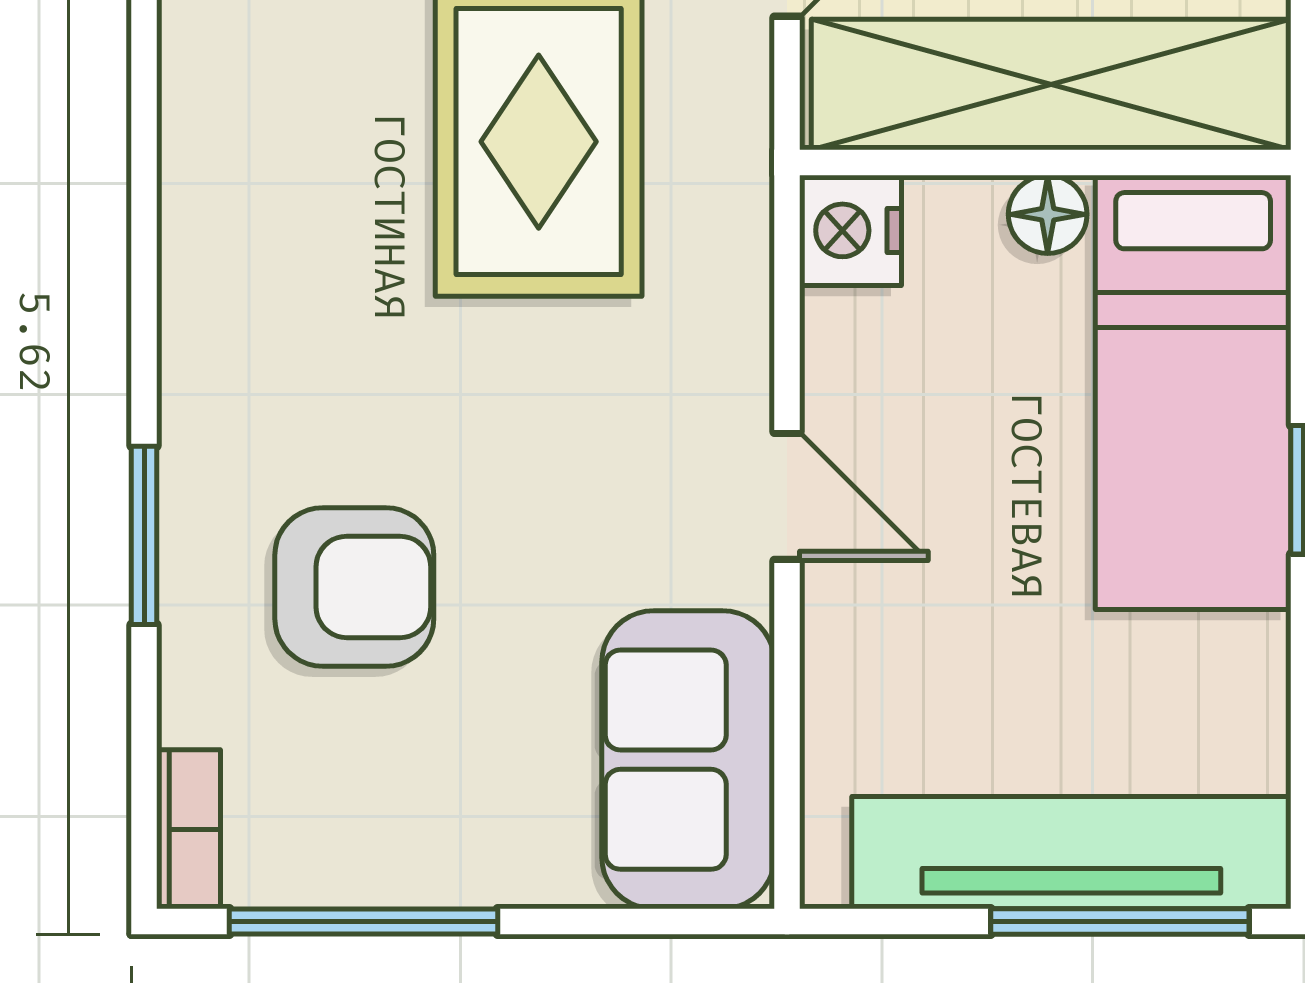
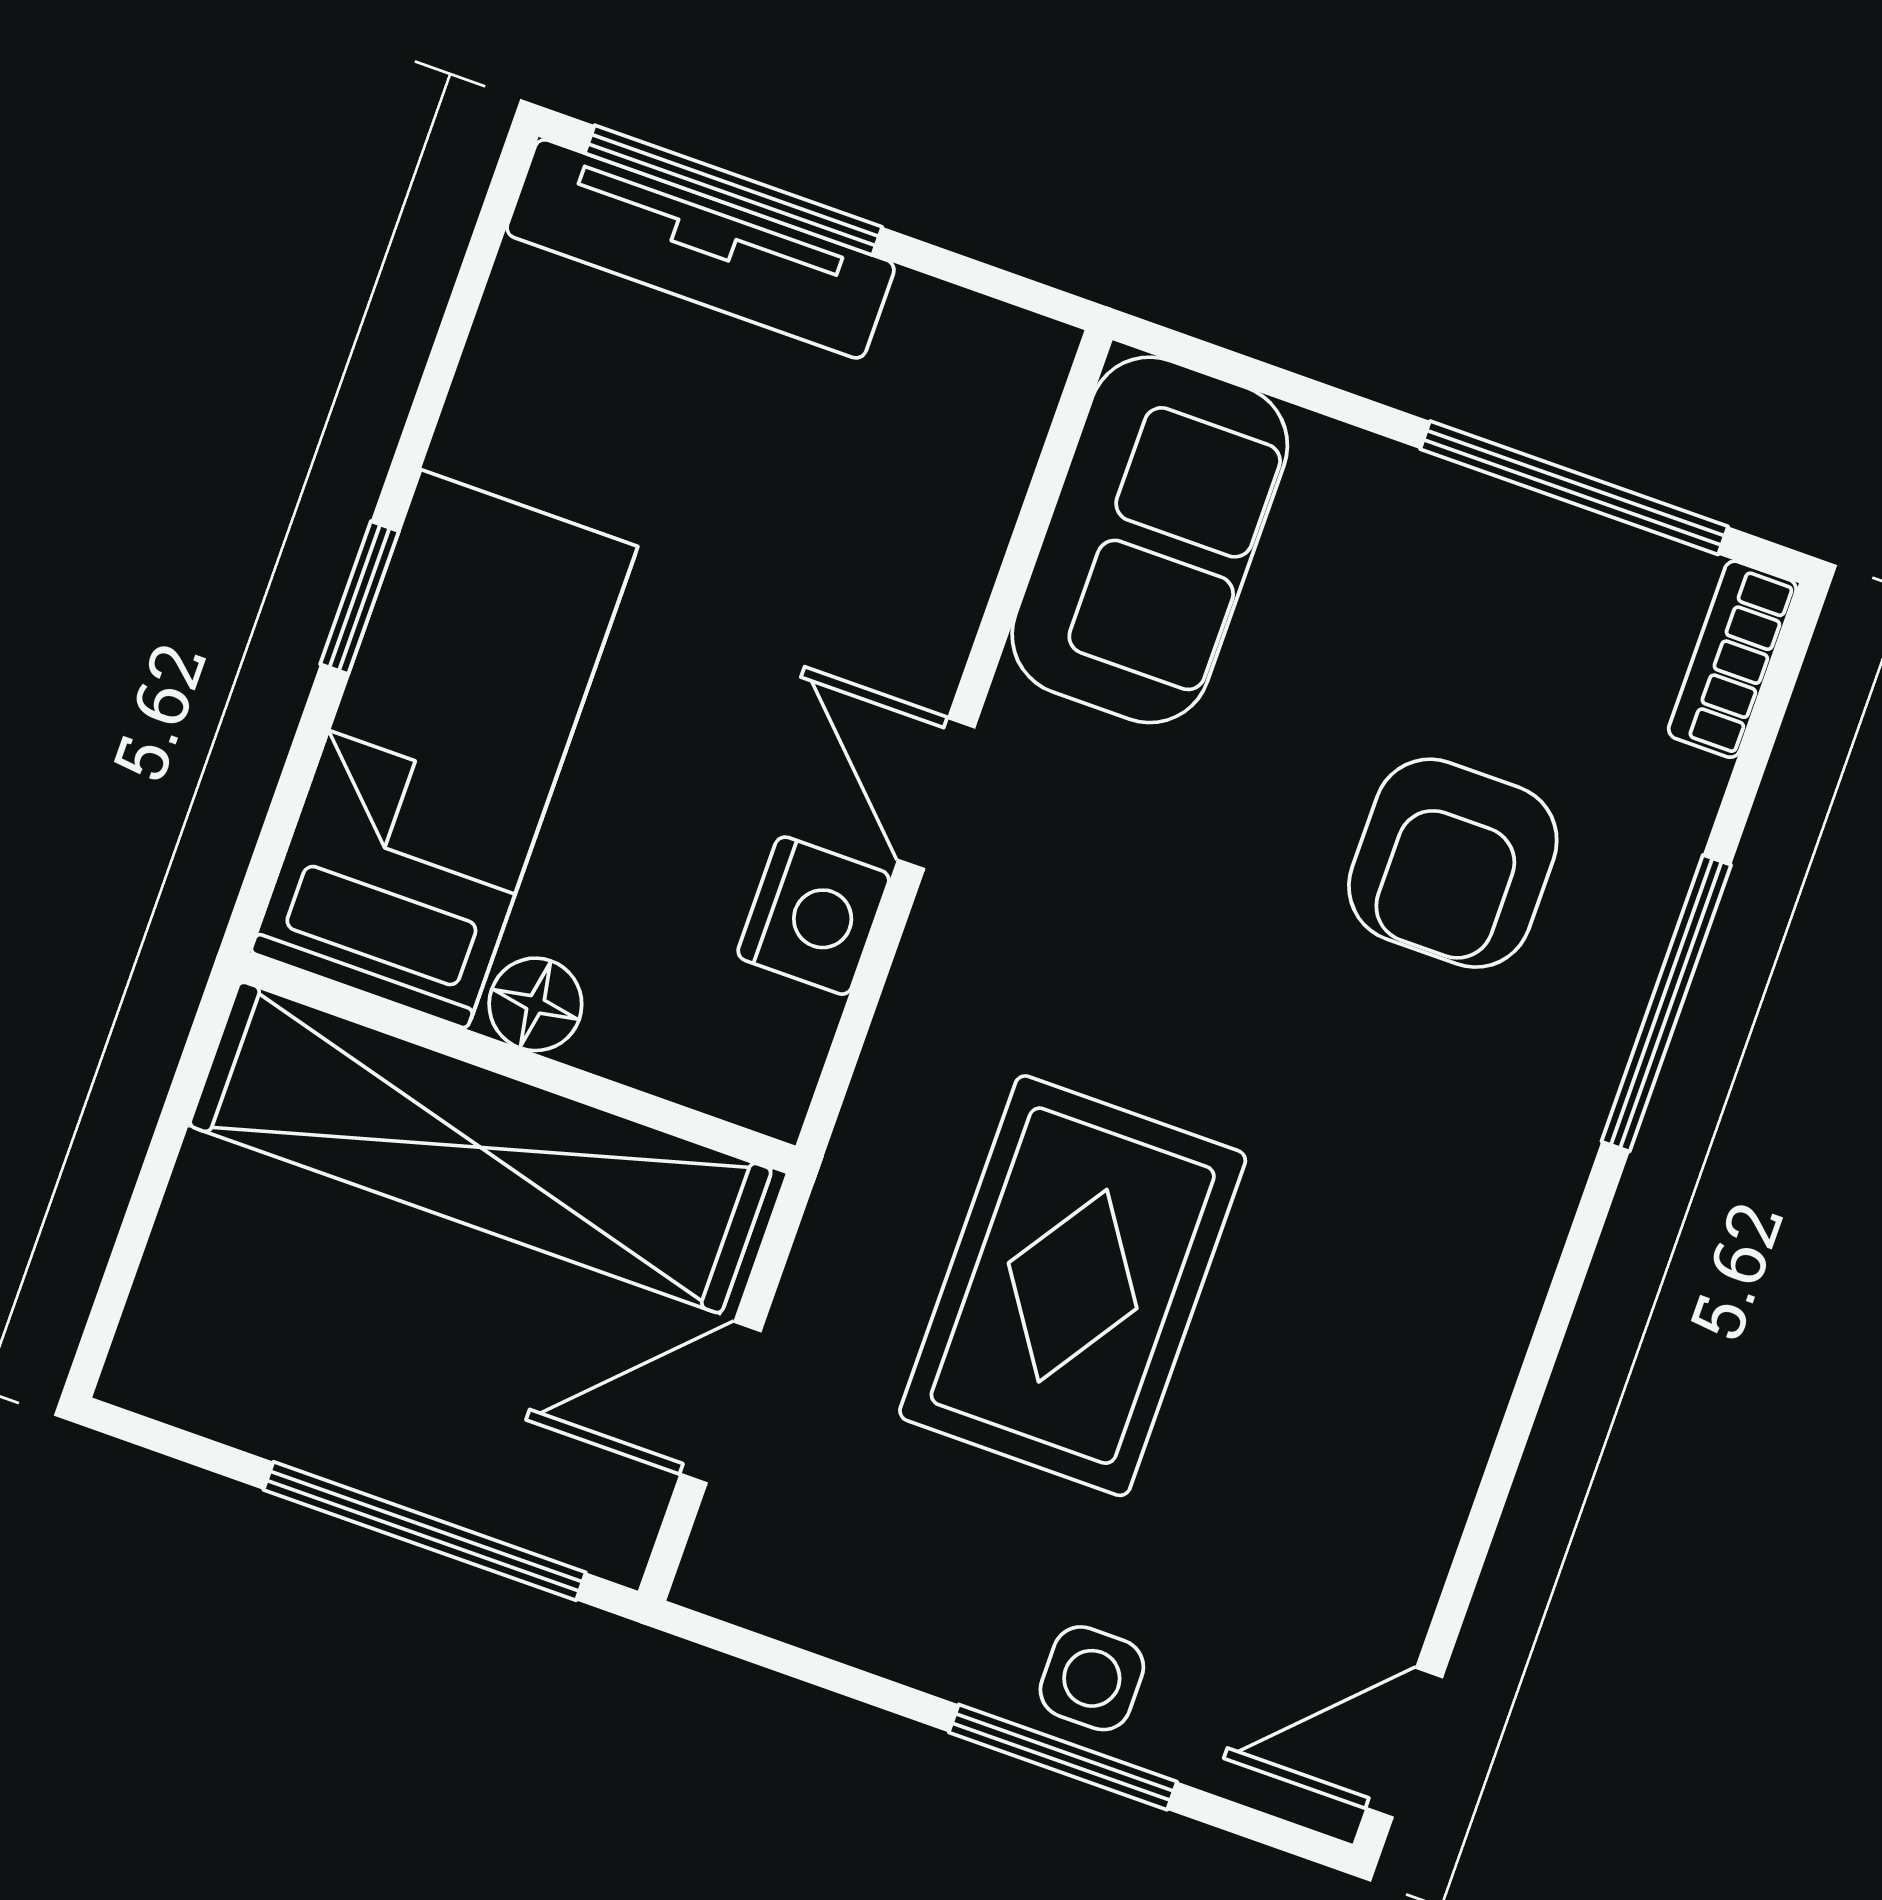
nightstand: (851, 230) -> (814, 916), moved
window: (144, 535) -> (1666, 1003), width x1.44
armchair: (354, 587) -> (1453, 863), turned -90
tv unit: (1071, 853) -> (700, 249), width x0.73, depth x0.78

